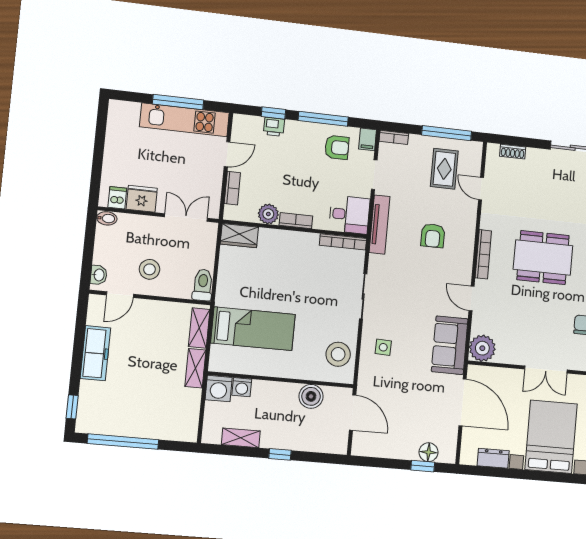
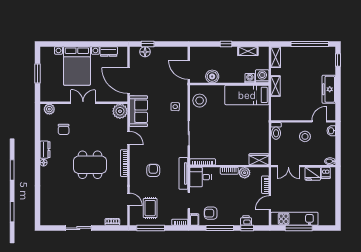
shelving: (199, 328) -> (276, 57), moved
bed: (253, 329) -> (247, 95), moved

